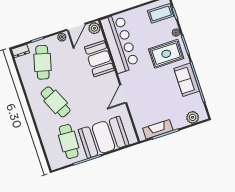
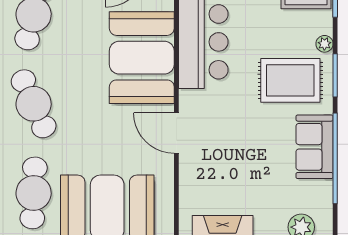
booth: (99, 59) -> (142, 58), width x1.36, depth x1.42
door: (123, 94) -> (176, 133), hinge flipped

